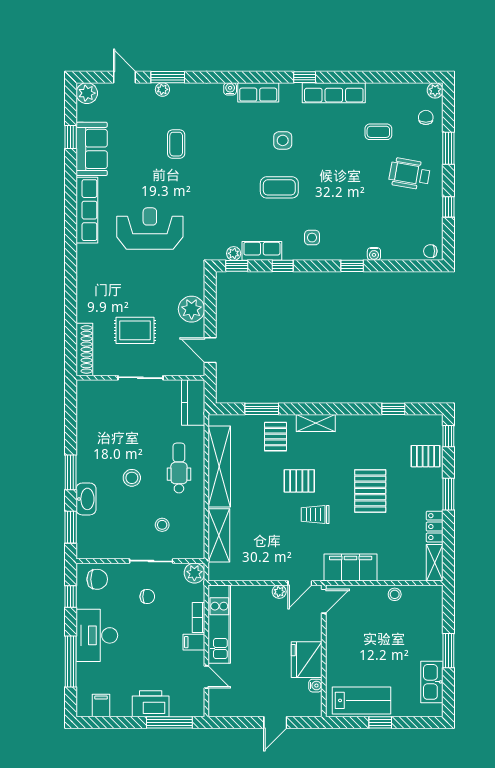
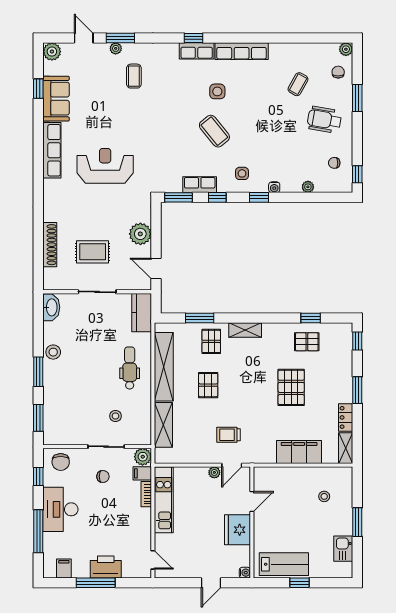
window: (305, 77) -> (194, 38), moved
water cooler: (230, 89) -> (173, 48), removed
row of seats: (334, 93) -> (242, 51), moved
coffee table: (378, 132) -> (298, 84), turned -61
coffee table: (176, 144) -> (134, 76), moved
coffee table: (279, 187) -> (214, 131), turned 51
window: (448, 207) -> (357, 174), moved
chair: (430, 251) -> (334, 163), moved
plant: (234, 253) -> (308, 187), moved
water cooler: (374, 254) -> (274, 187), moved
window: (237, 266) -> (179, 197), width x1.50
window: (352, 266) -> (259, 197), moved
shoe rack: (84, 349) -> (50, 245), moved
pallet: (425, 456) -> (307, 342), moved
stool: (132, 478) -> (53, 352), moved
pallet: (299, 481) -> (208, 385), moved, turned 90
washbasin: (86, 499) -> (51, 307), moved
trolley: (315, 514) -> (229, 435), moved
filing cabinet: (351, 568) -> (299, 452), moved
chair: (97, 579) -> (61, 462), turned 90
stool: (395, 594) -> (324, 496), moved
door: (324, 601) -> (252, 502), moved
filing cabinet: (194, 642) -> (142, 473), moved
door: (206, 677) -> (153, 560), moved
kitchen sink: (432, 682) -> (343, 549), width x0.73
water cooler: (315, 686) -> (245, 573), moved
window: (169, 722) -> (96, 583), moved

